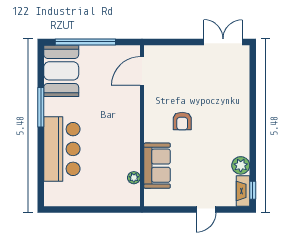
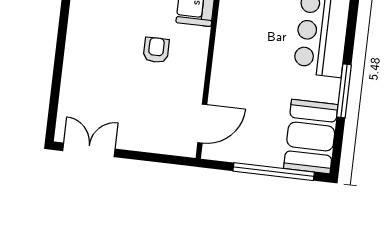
double door: (223, 42) -> (89, 150), swing flipped

